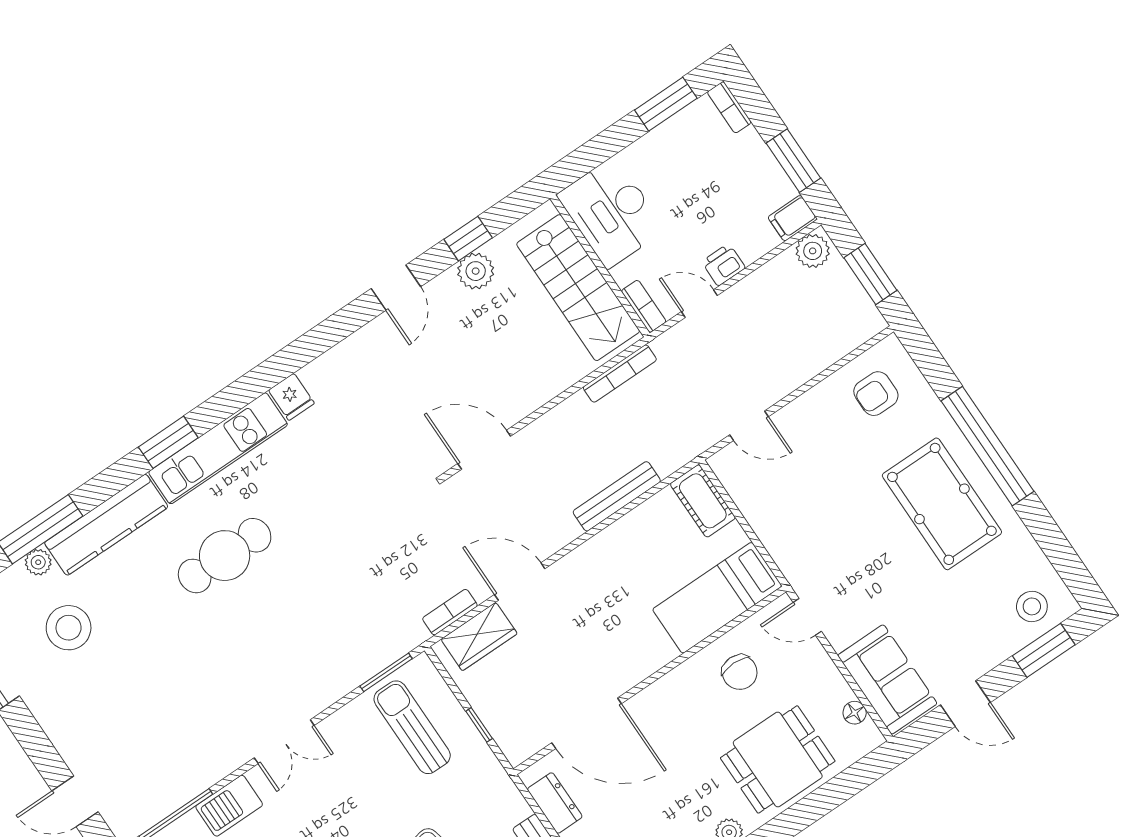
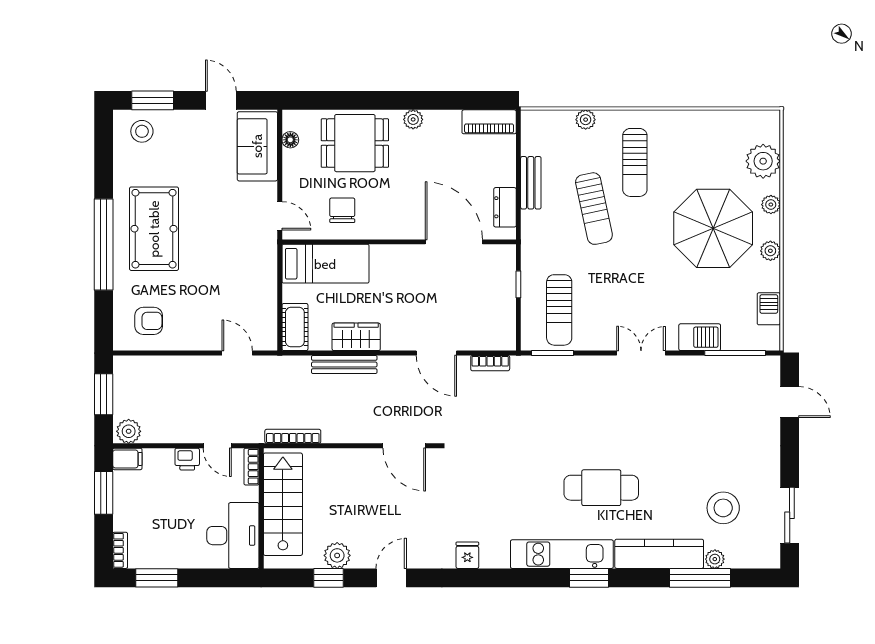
fridge: (291, 397) -> (467, 555), moved
wardrobe: (479, 636) -> (356, 337), moved

